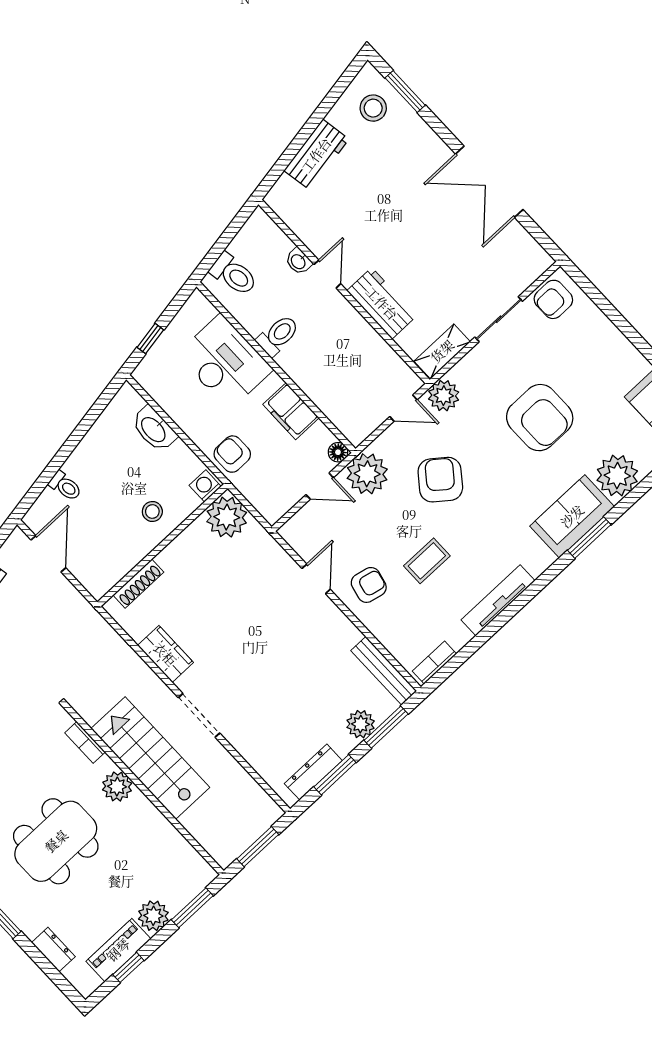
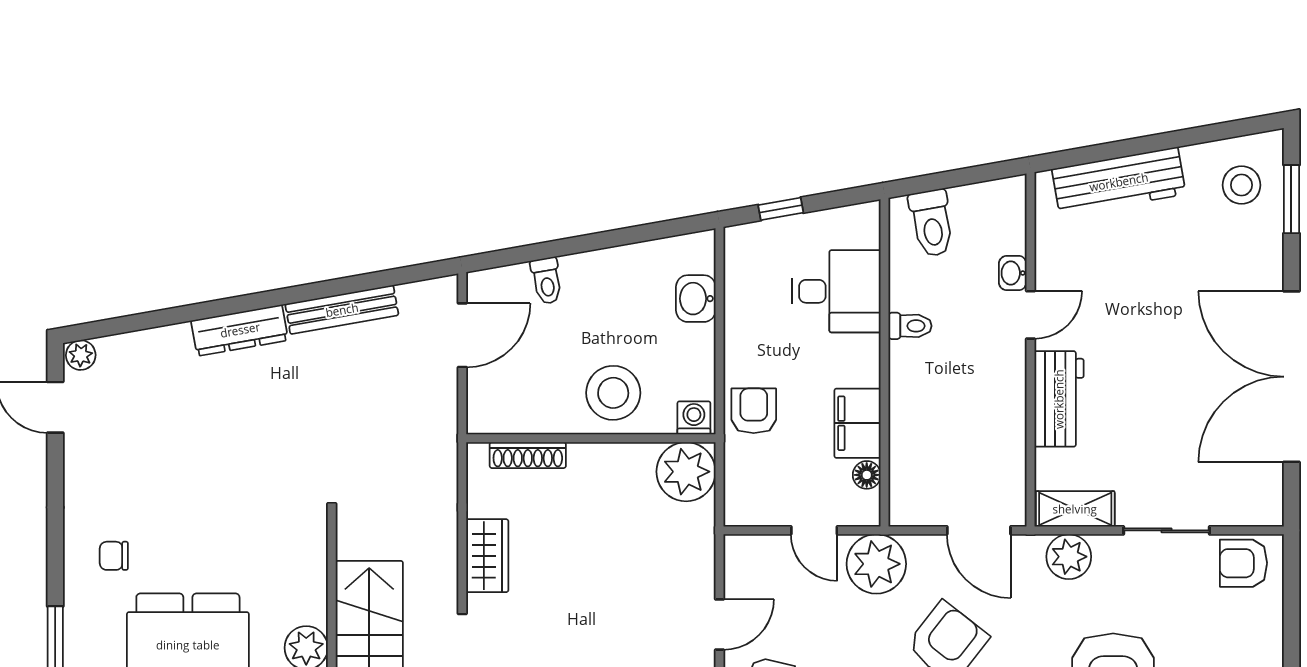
workbench: (316, 155) -> (1119, 182), width x1.37
double door: (489, 182) -> (1291, 377), width x1.36
toilet: (278, 335) -> (910, 326), width x0.73, depth x0.72
desk: (225, 362) -> (836, 291), width x0.73
plant: (444, 396) -> (1069, 557), moved
door: (403, 408) -> (979, 530), width x1.38
washbasin: (154, 429) -> (696, 299), width x0.72
floor lamp: (338, 452) -> (867, 475), moved
stool: (152, 511) -> (613, 393), width x1.89, depth x1.89
bookcase: (85, 742) -> (316, 570), removed

